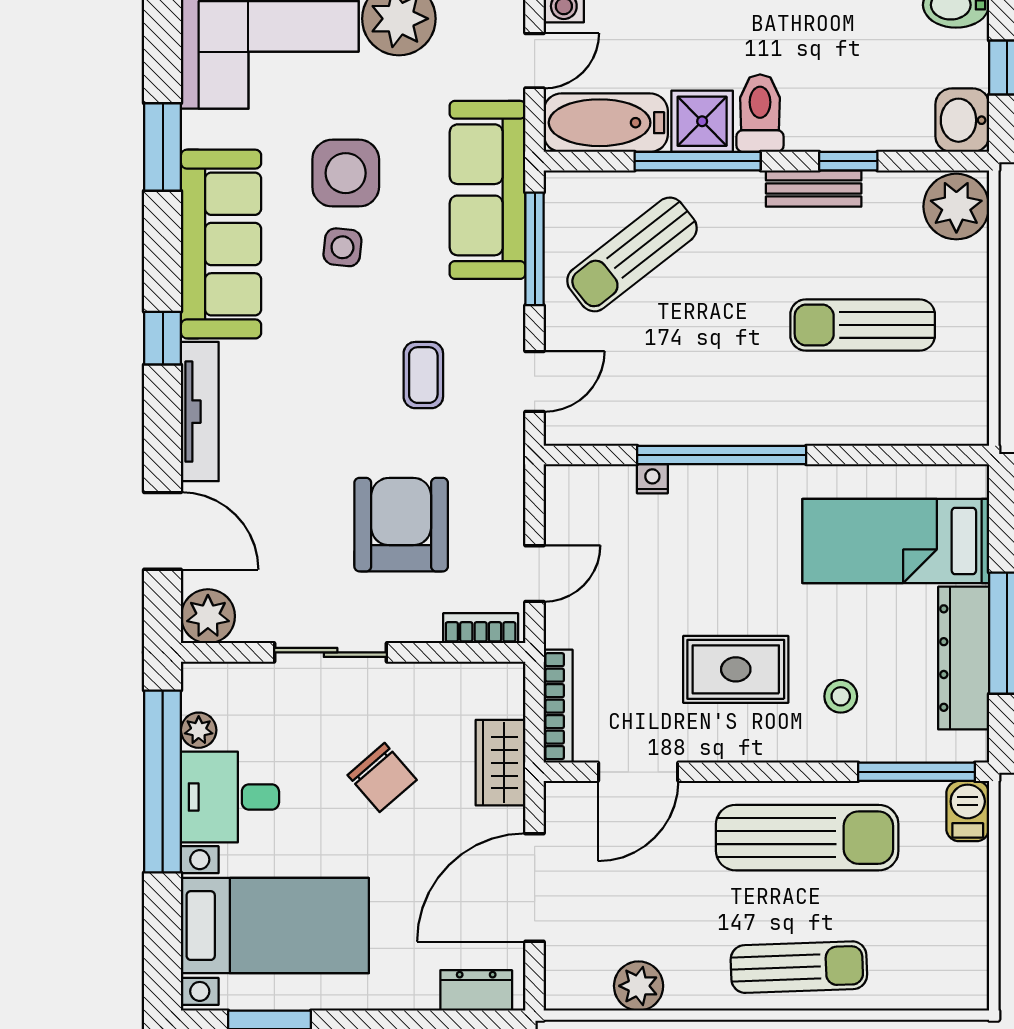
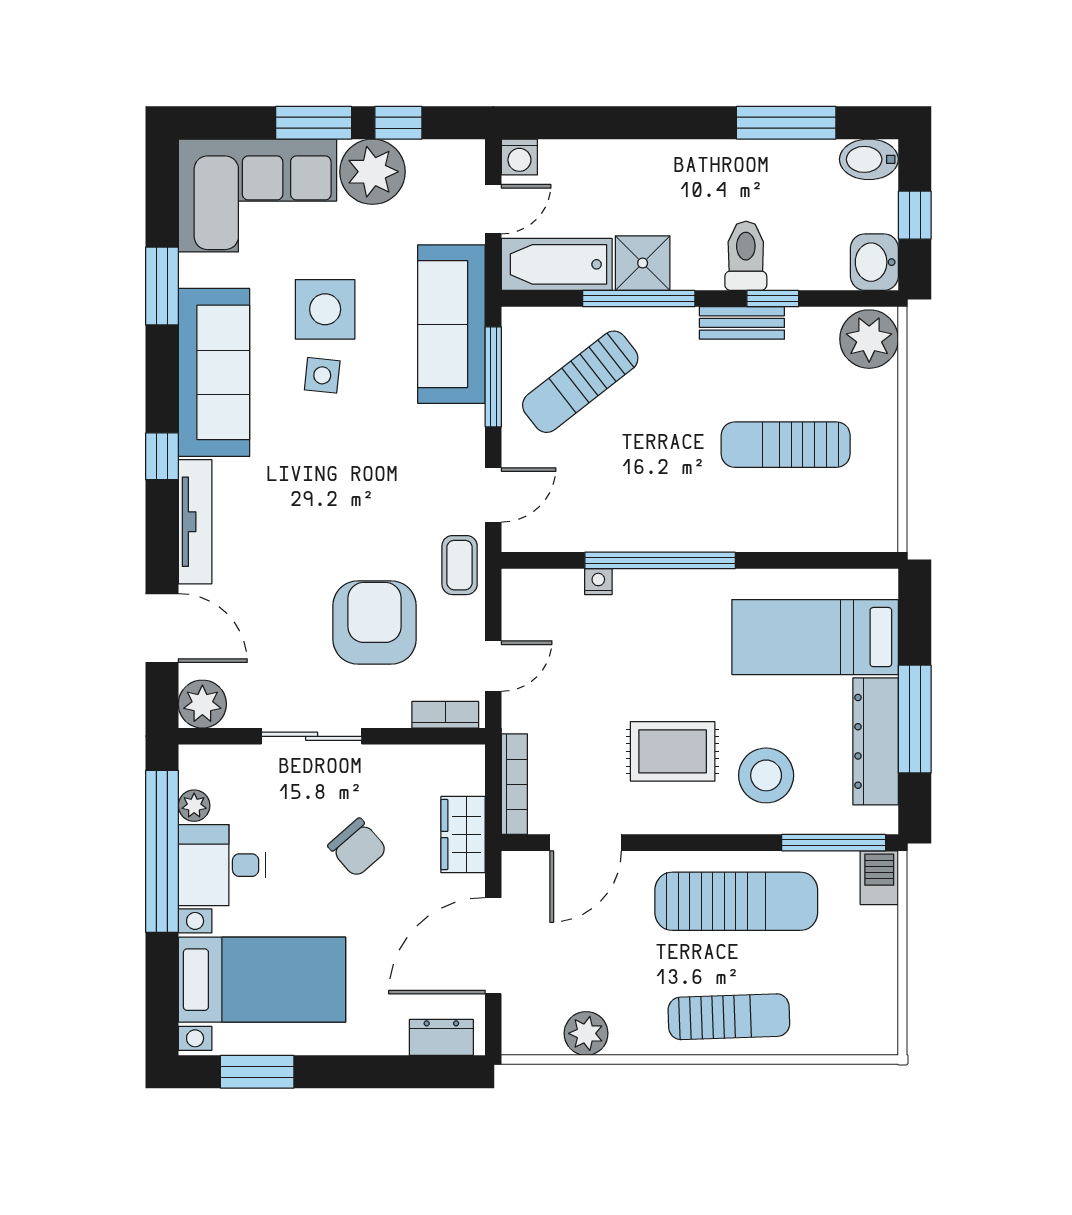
toilet: (760, 113) -> (746, 256), moved
coffee table: (423, 375) -> (460, 565), moved
stool: (841, 696) -> (766, 775), width x1.89, depth x1.89

